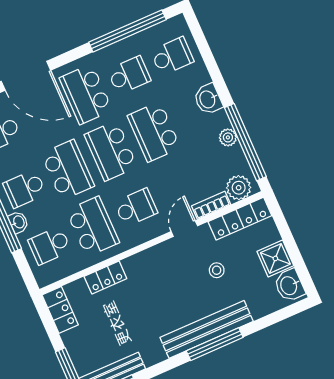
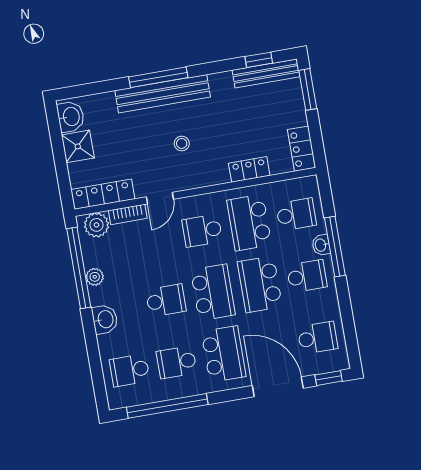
school desk: (154, 132) -> (166, 300), width x0.54
stool: (217, 270) -> (182, 143), moved

